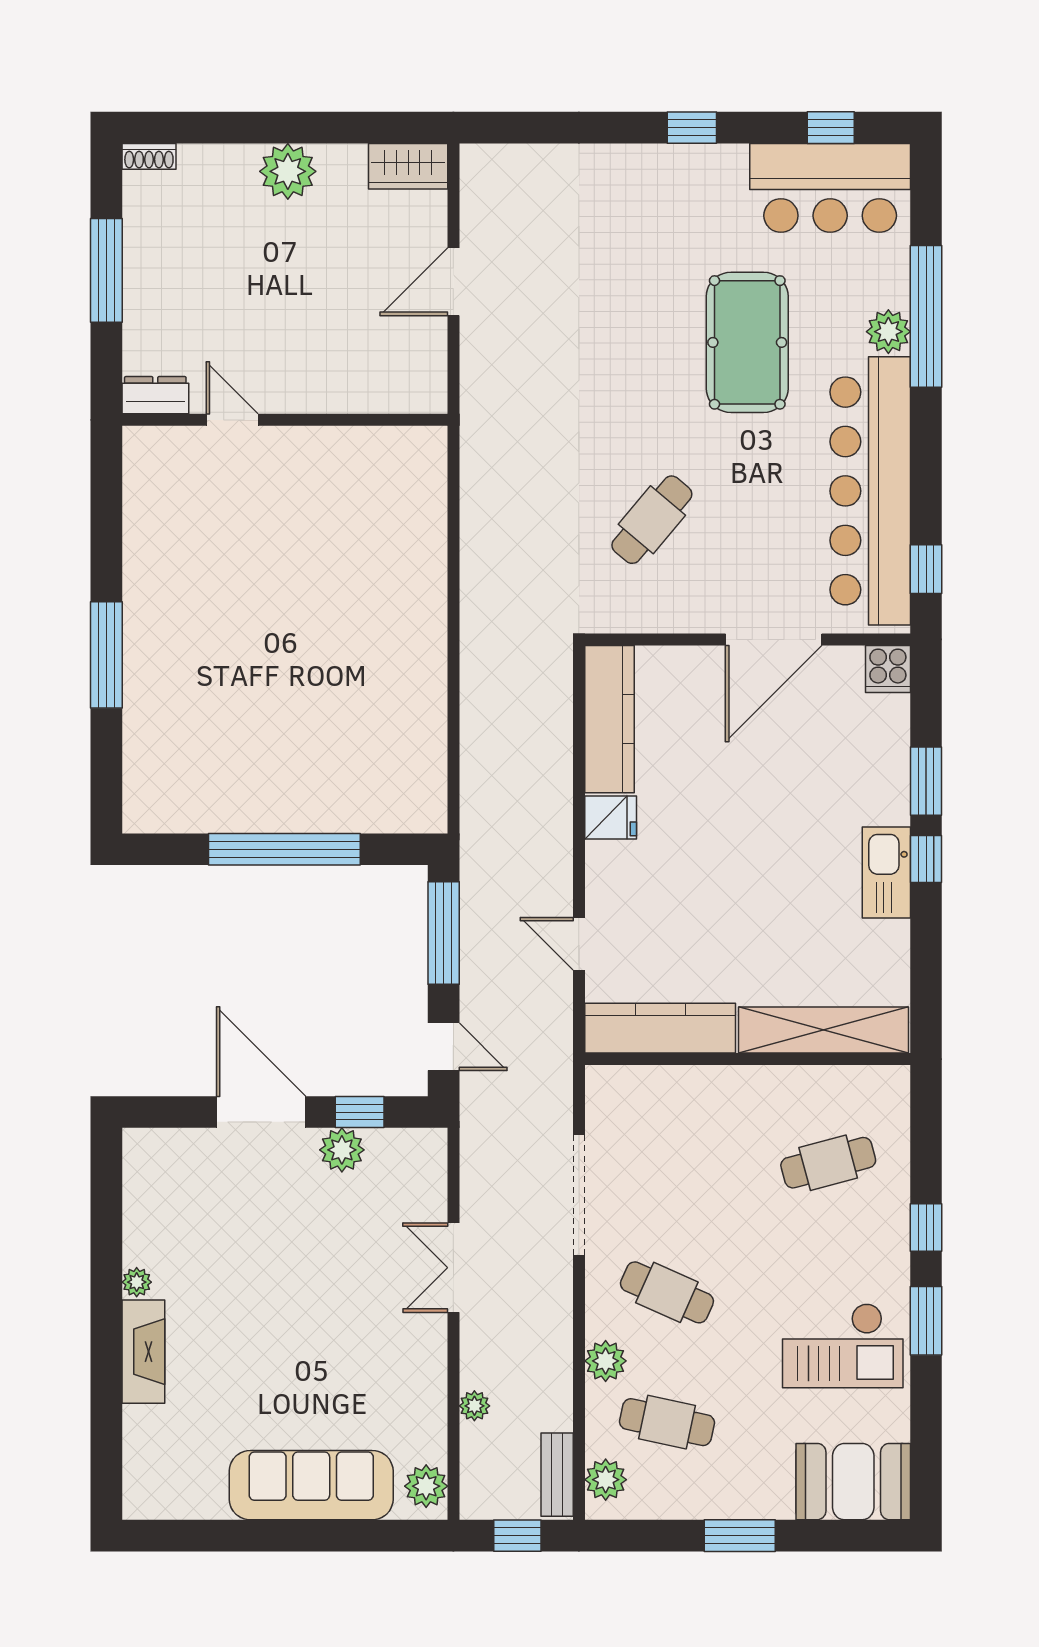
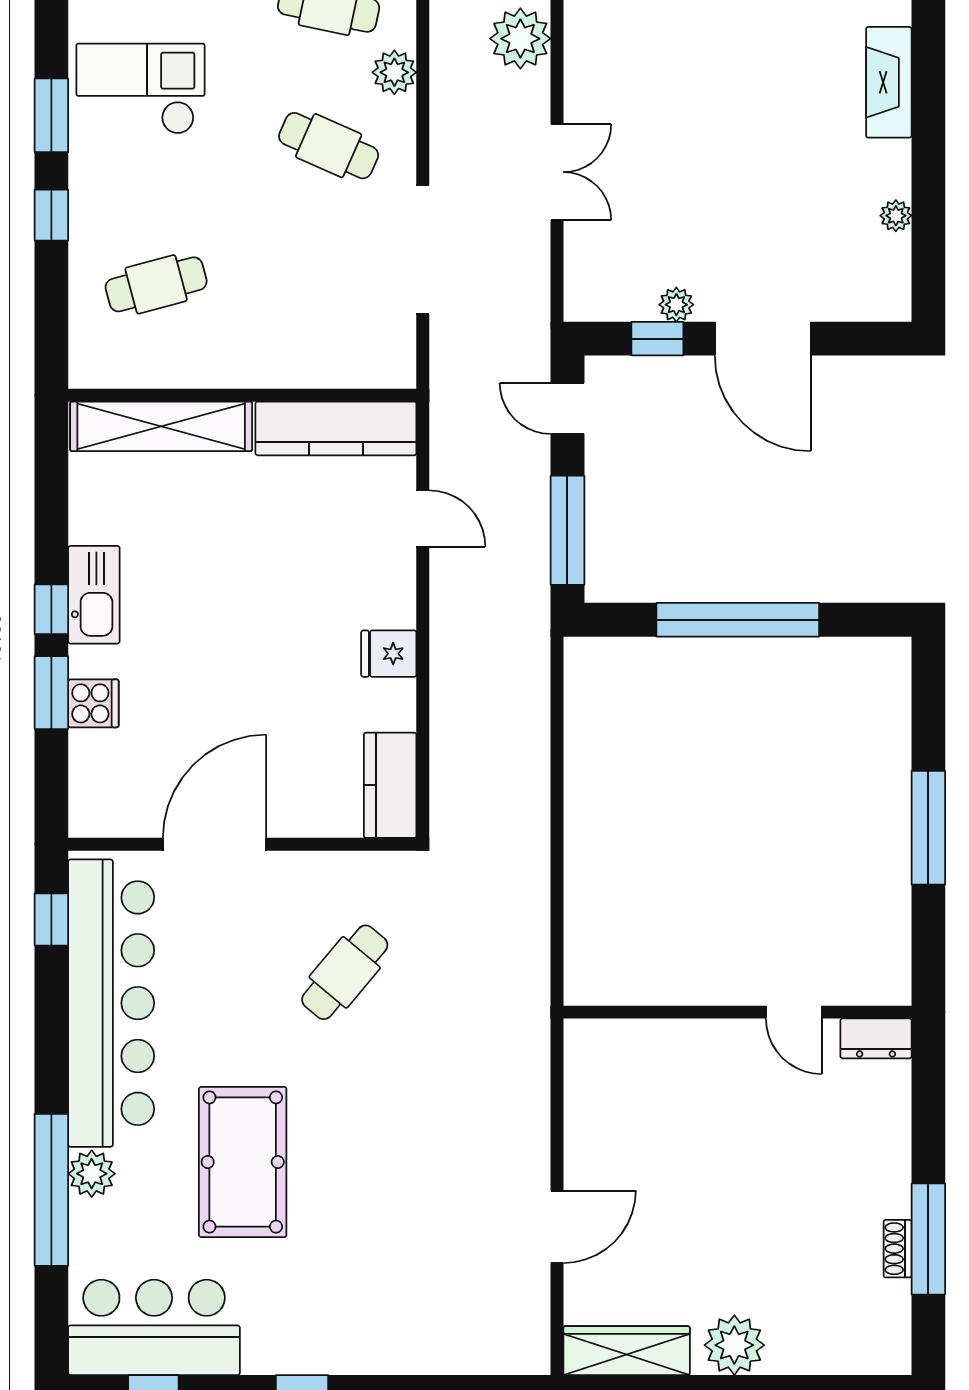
shoe rack: (149, 156) -> (898, 1249), moved, turned -90
wardrobe: (408, 166) -> (627, 1351), width x1.50
dresser: (155, 395) -> (876, 1038), moved
door: (232, 420) -> (794, 1012), moved
wall: (285, 420) -> (737, 1012), moved
cooker: (888, 669) -> (93, 703), moved, turned 90
kitchen counter: (609, 719) -> (390, 785), width x0.67
plant: (342, 1150) -> (676, 305), width x0.73, depth x0.73
plant: (137, 1282) -> (896, 216), moved
plant: (474, 1406) -> (520, 39), width x1.88, depth x1.88

